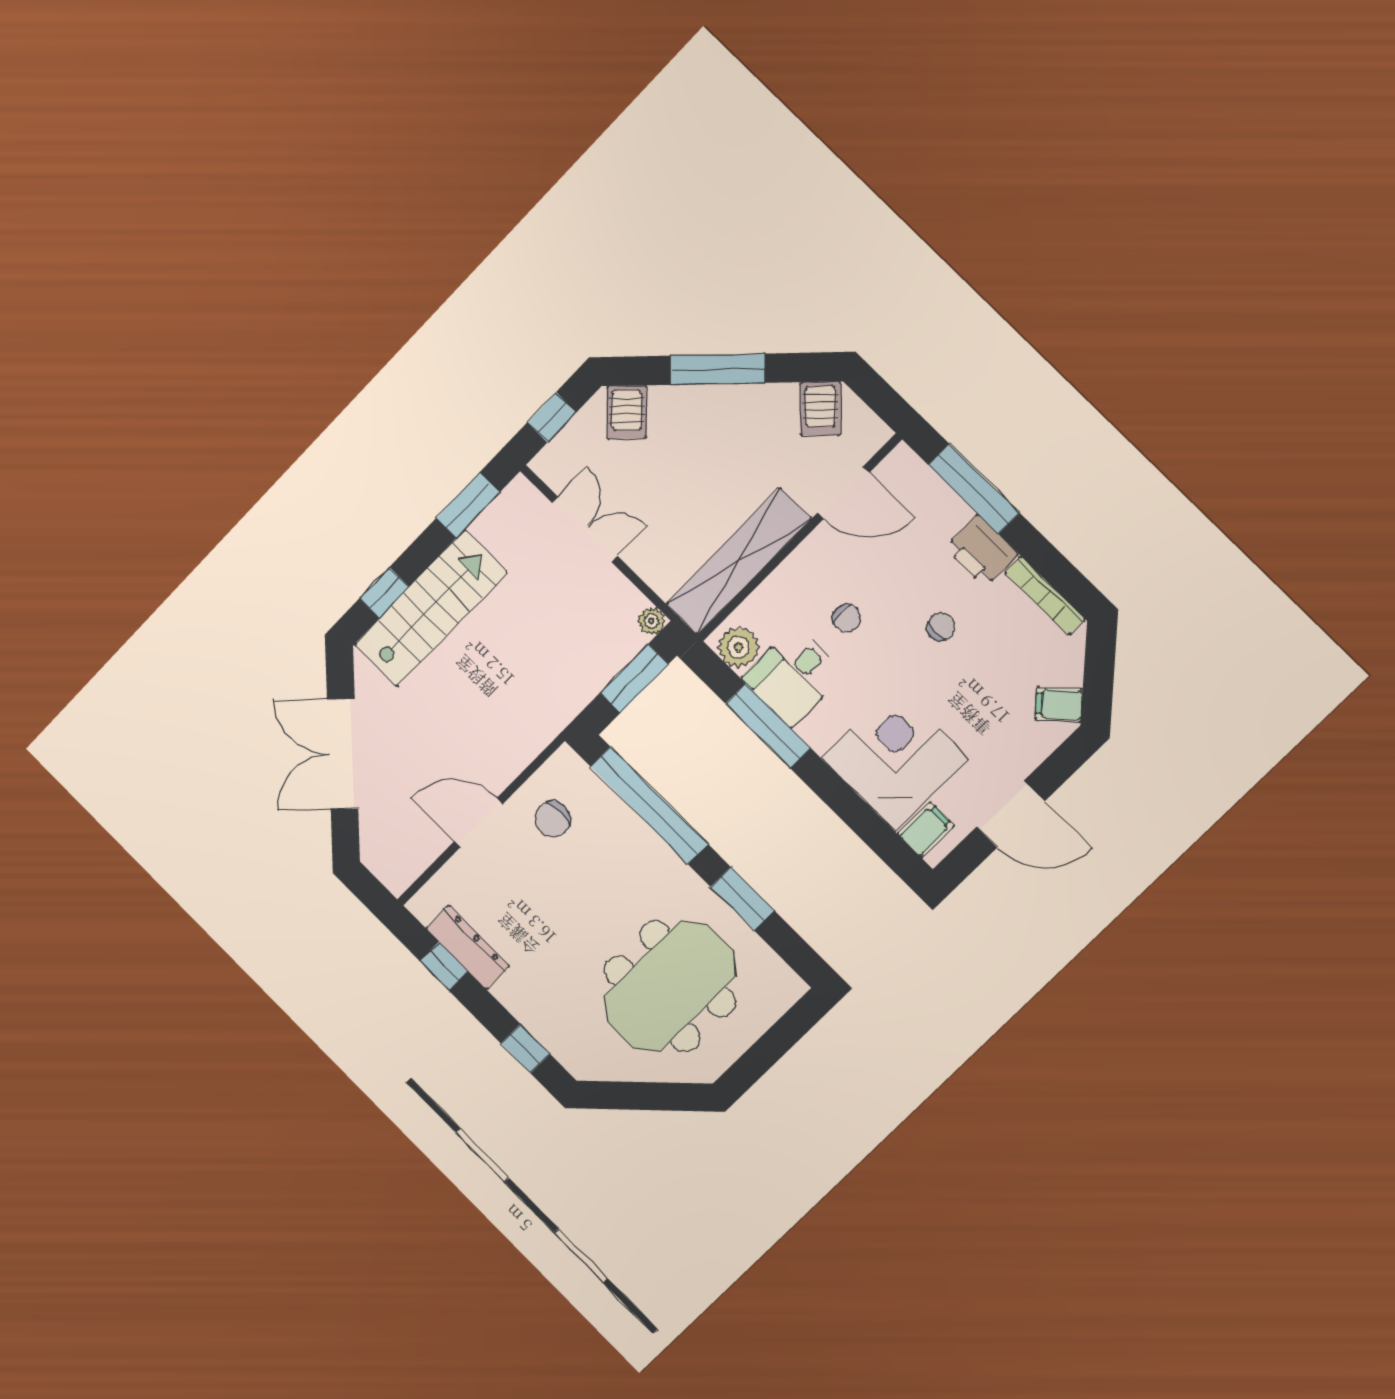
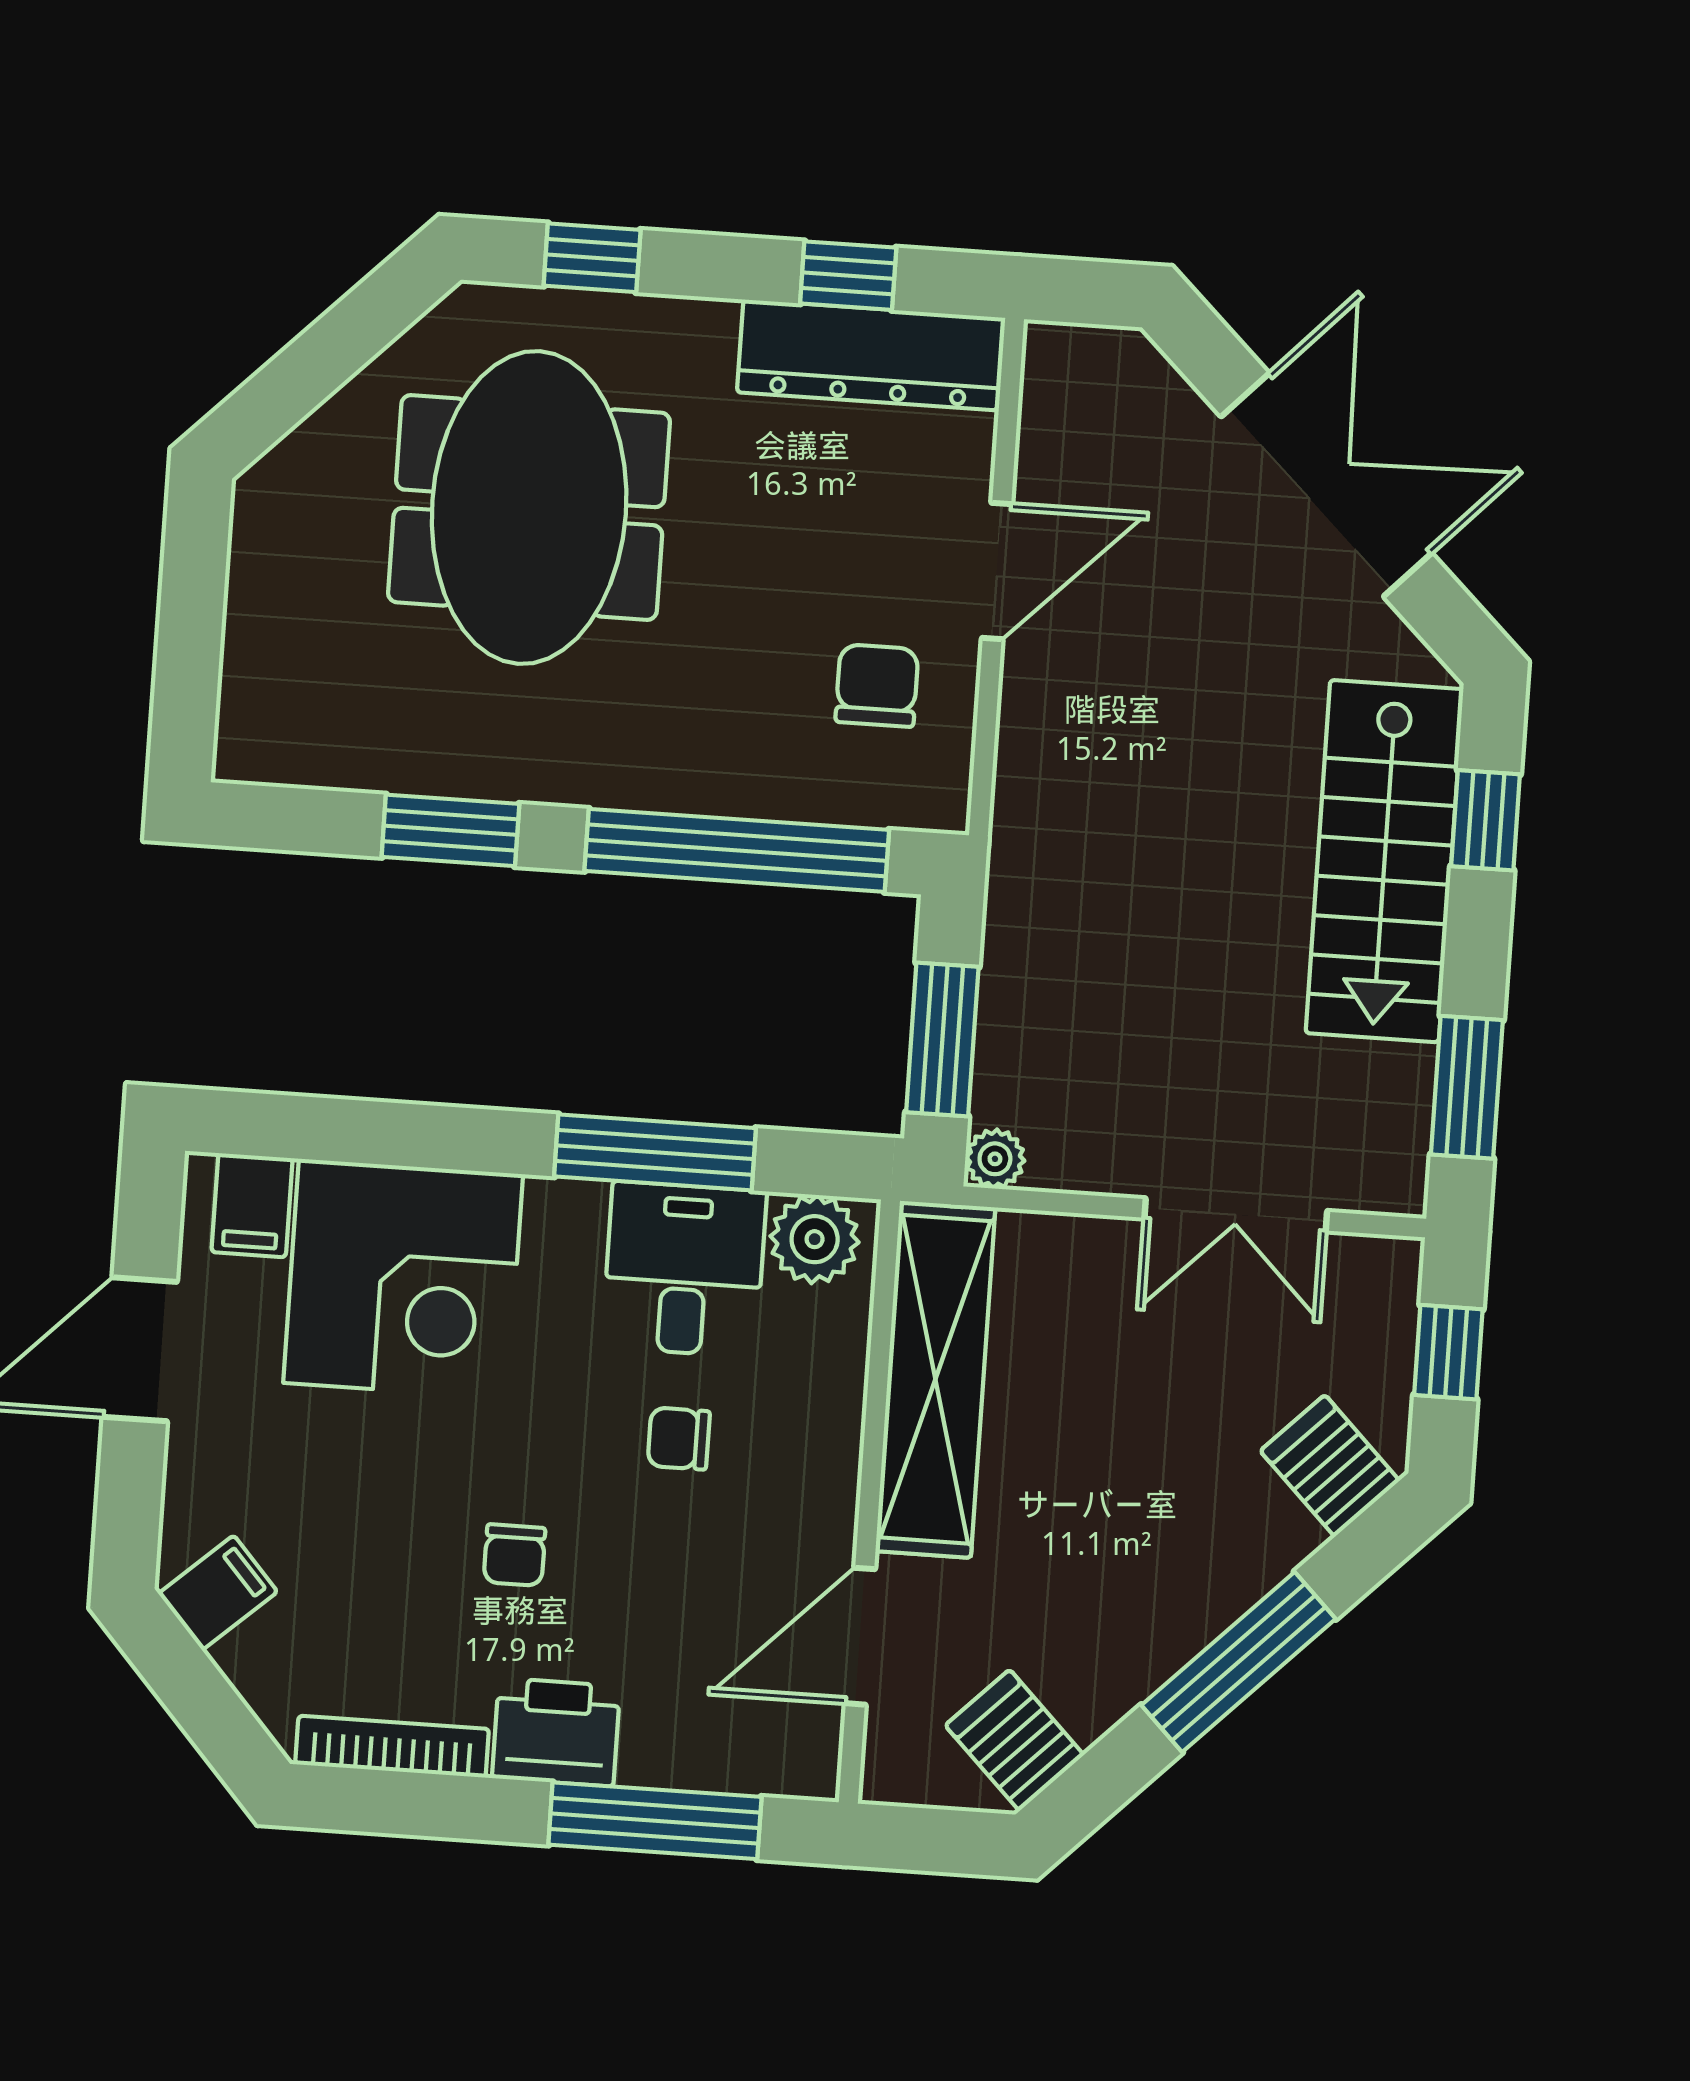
dresser: (467, 947) -> (870, 355), width x1.37, depth x1.24
meeting table: (670, 986) -> (529, 507), moved

